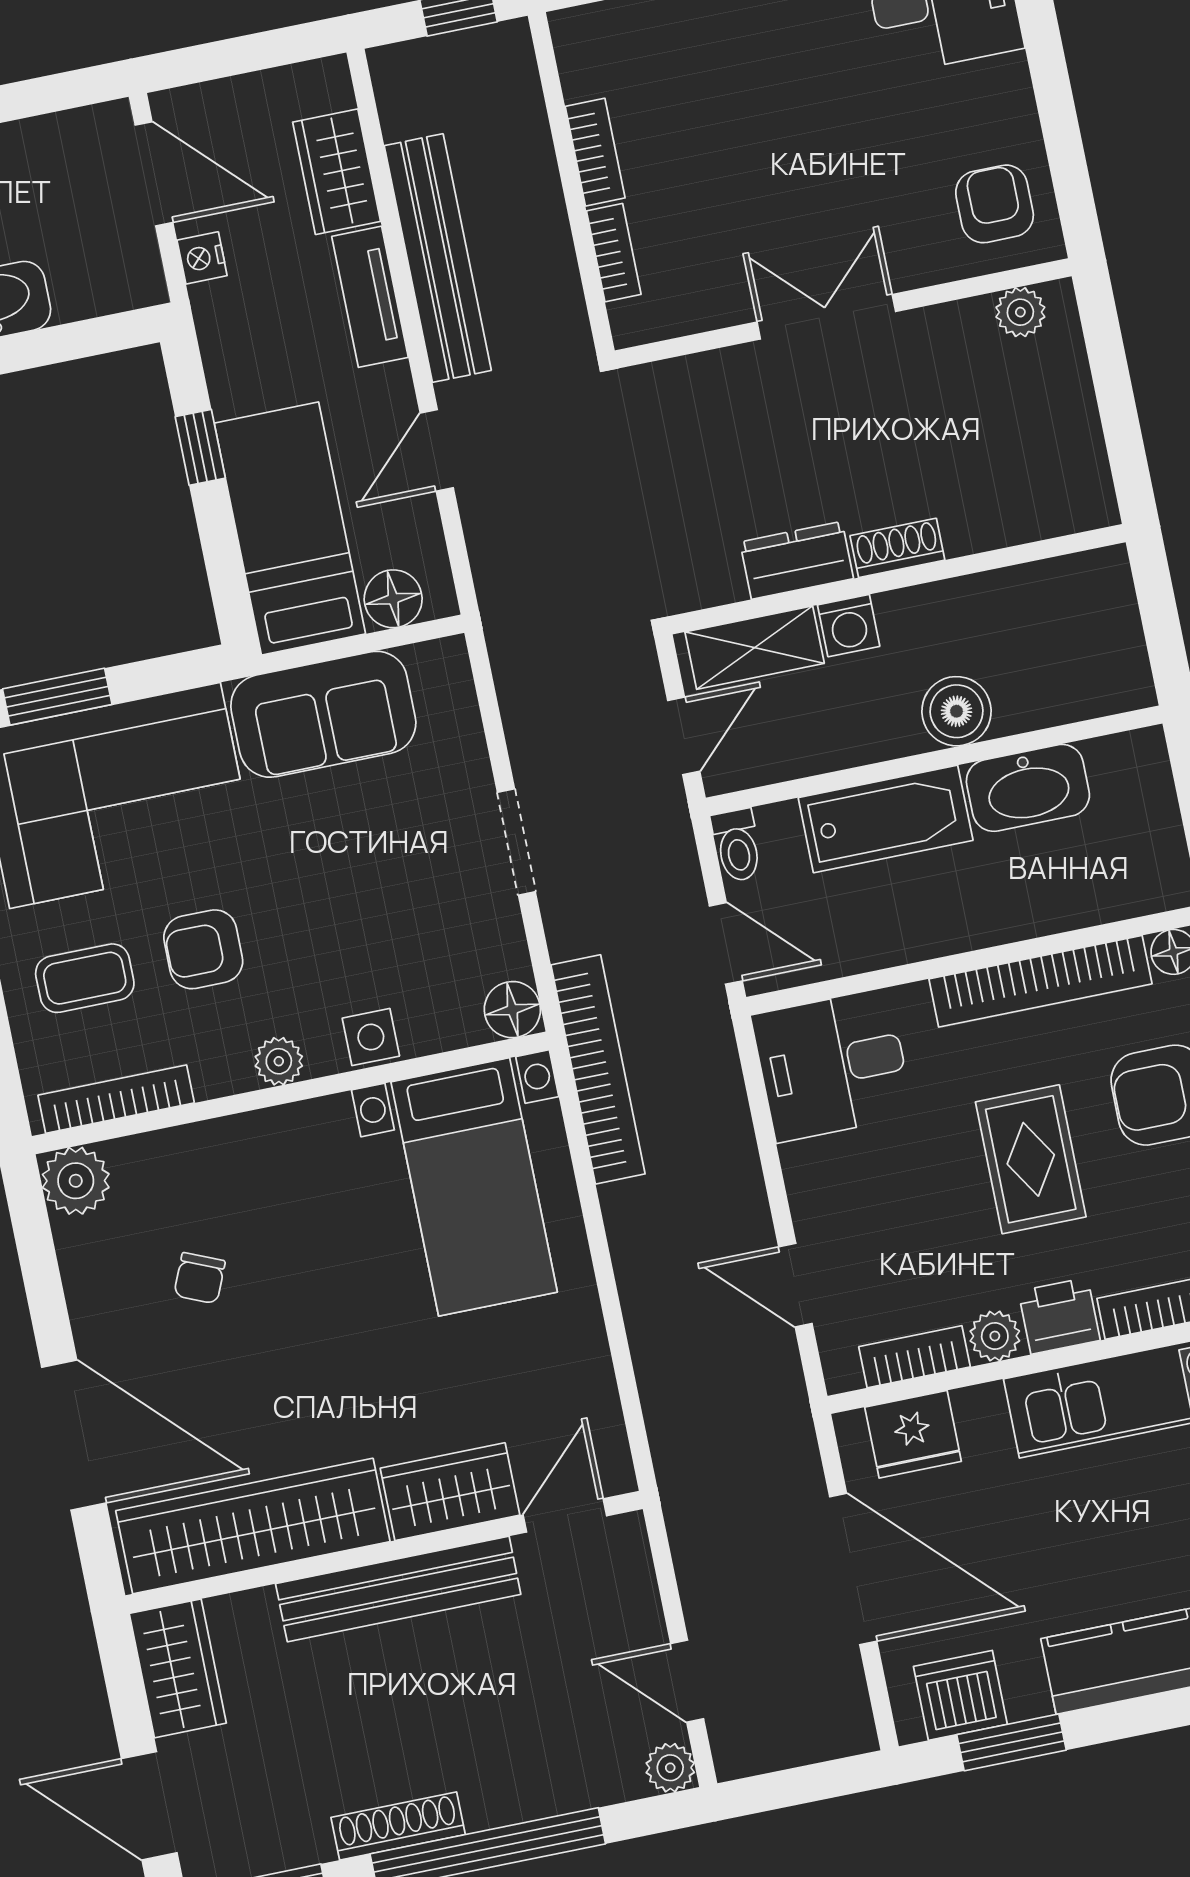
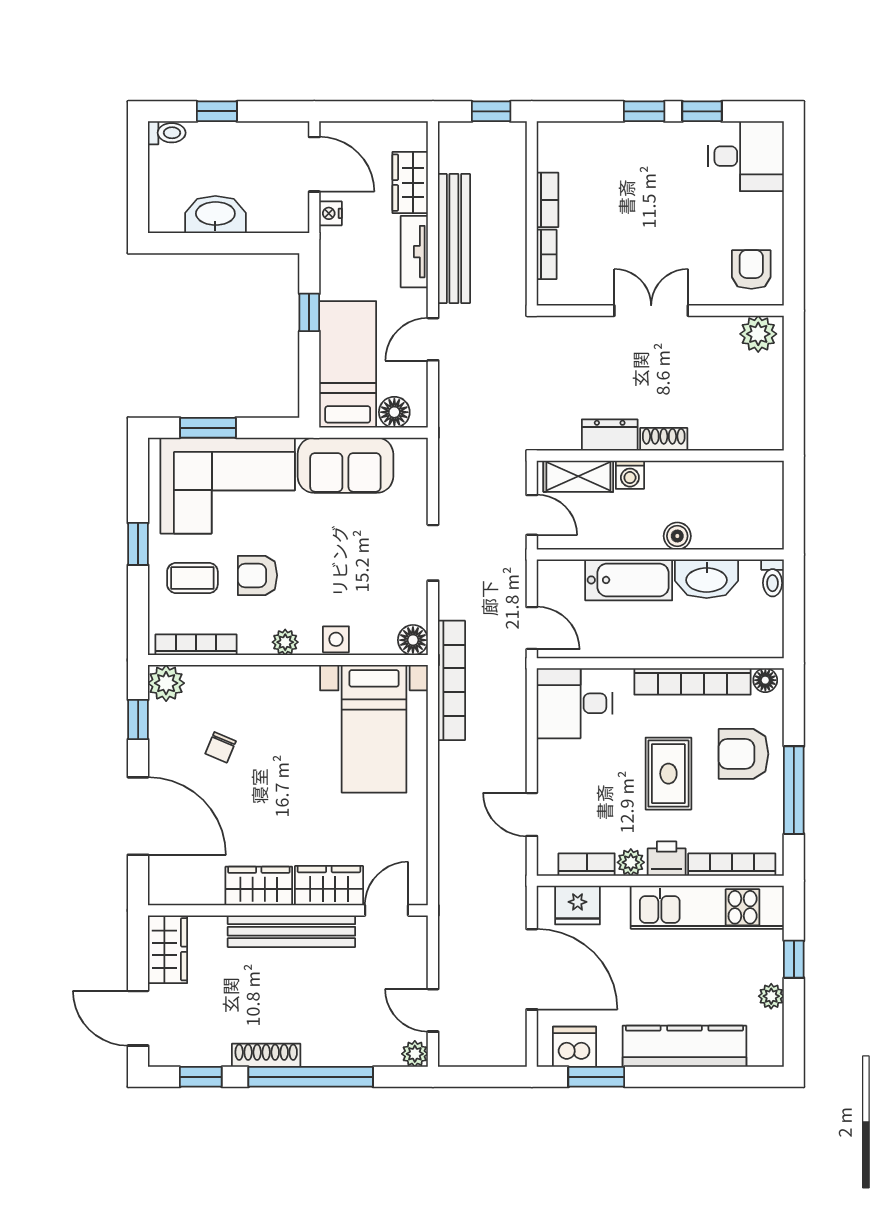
plant: (1020, 312) -> (758, 334), width x1.38, depth x1.38
boiler: (957, 711) -> (677, 536), width x0.73, depth x0.73
door: (684, 736) -> (532, 515), hinge flipped
toilet: (737, 845) -> (773, 578), moved
window: (38, 1258) -> (138, 720), added
wardrobe: (253, 1526) -> (259, 886), width x0.48, depth x0.85

